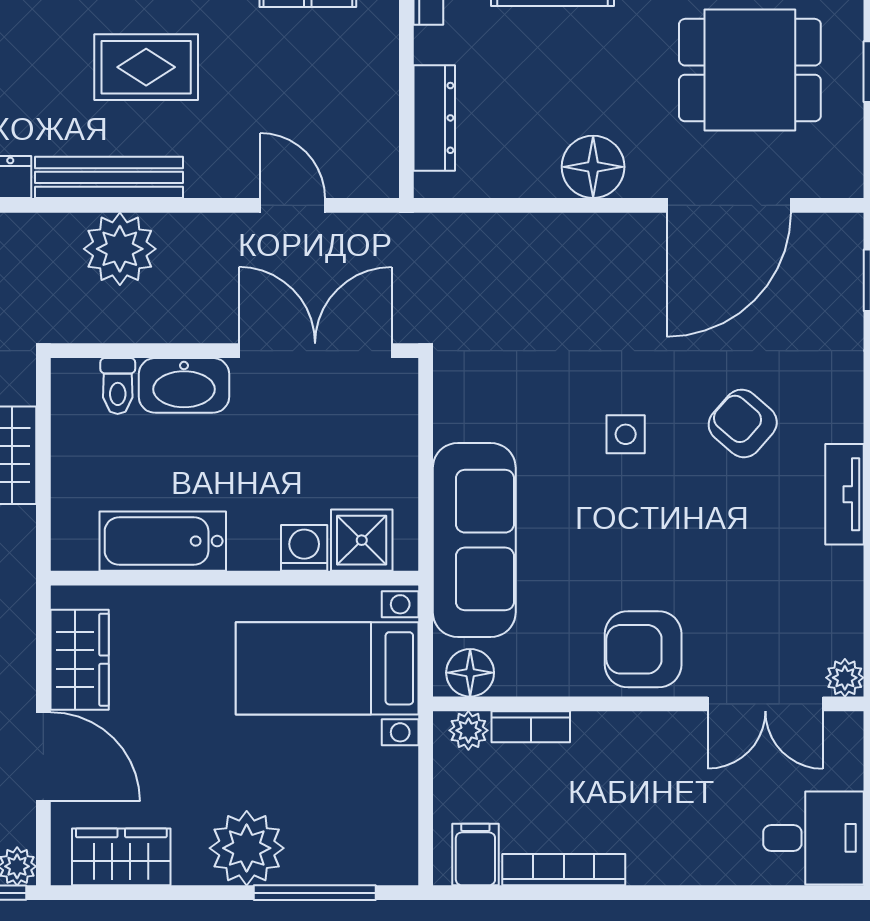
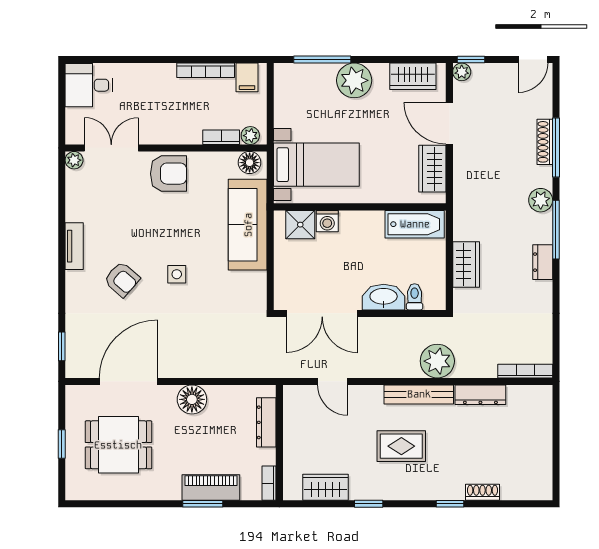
plant: (120, 249) -> (437, 361), moved
bathtub: (163, 541) -> (415, 224), moved

